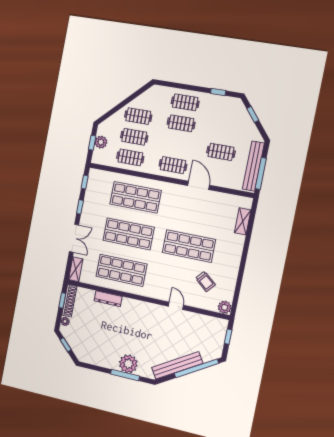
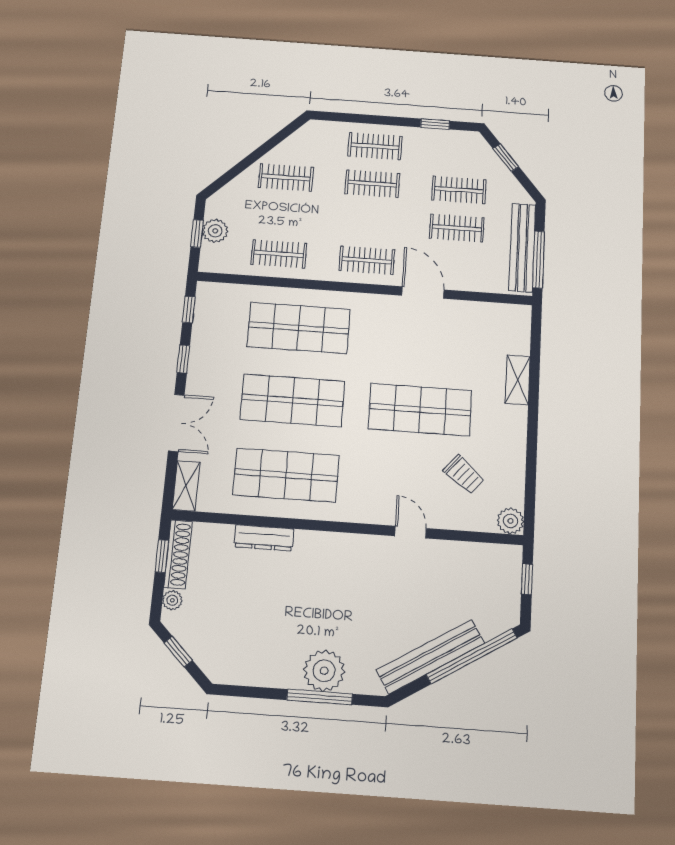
clothes rail: (134, 137) -> (459, 190), moved
shelving: (243, 221) -> (518, 380), moved

